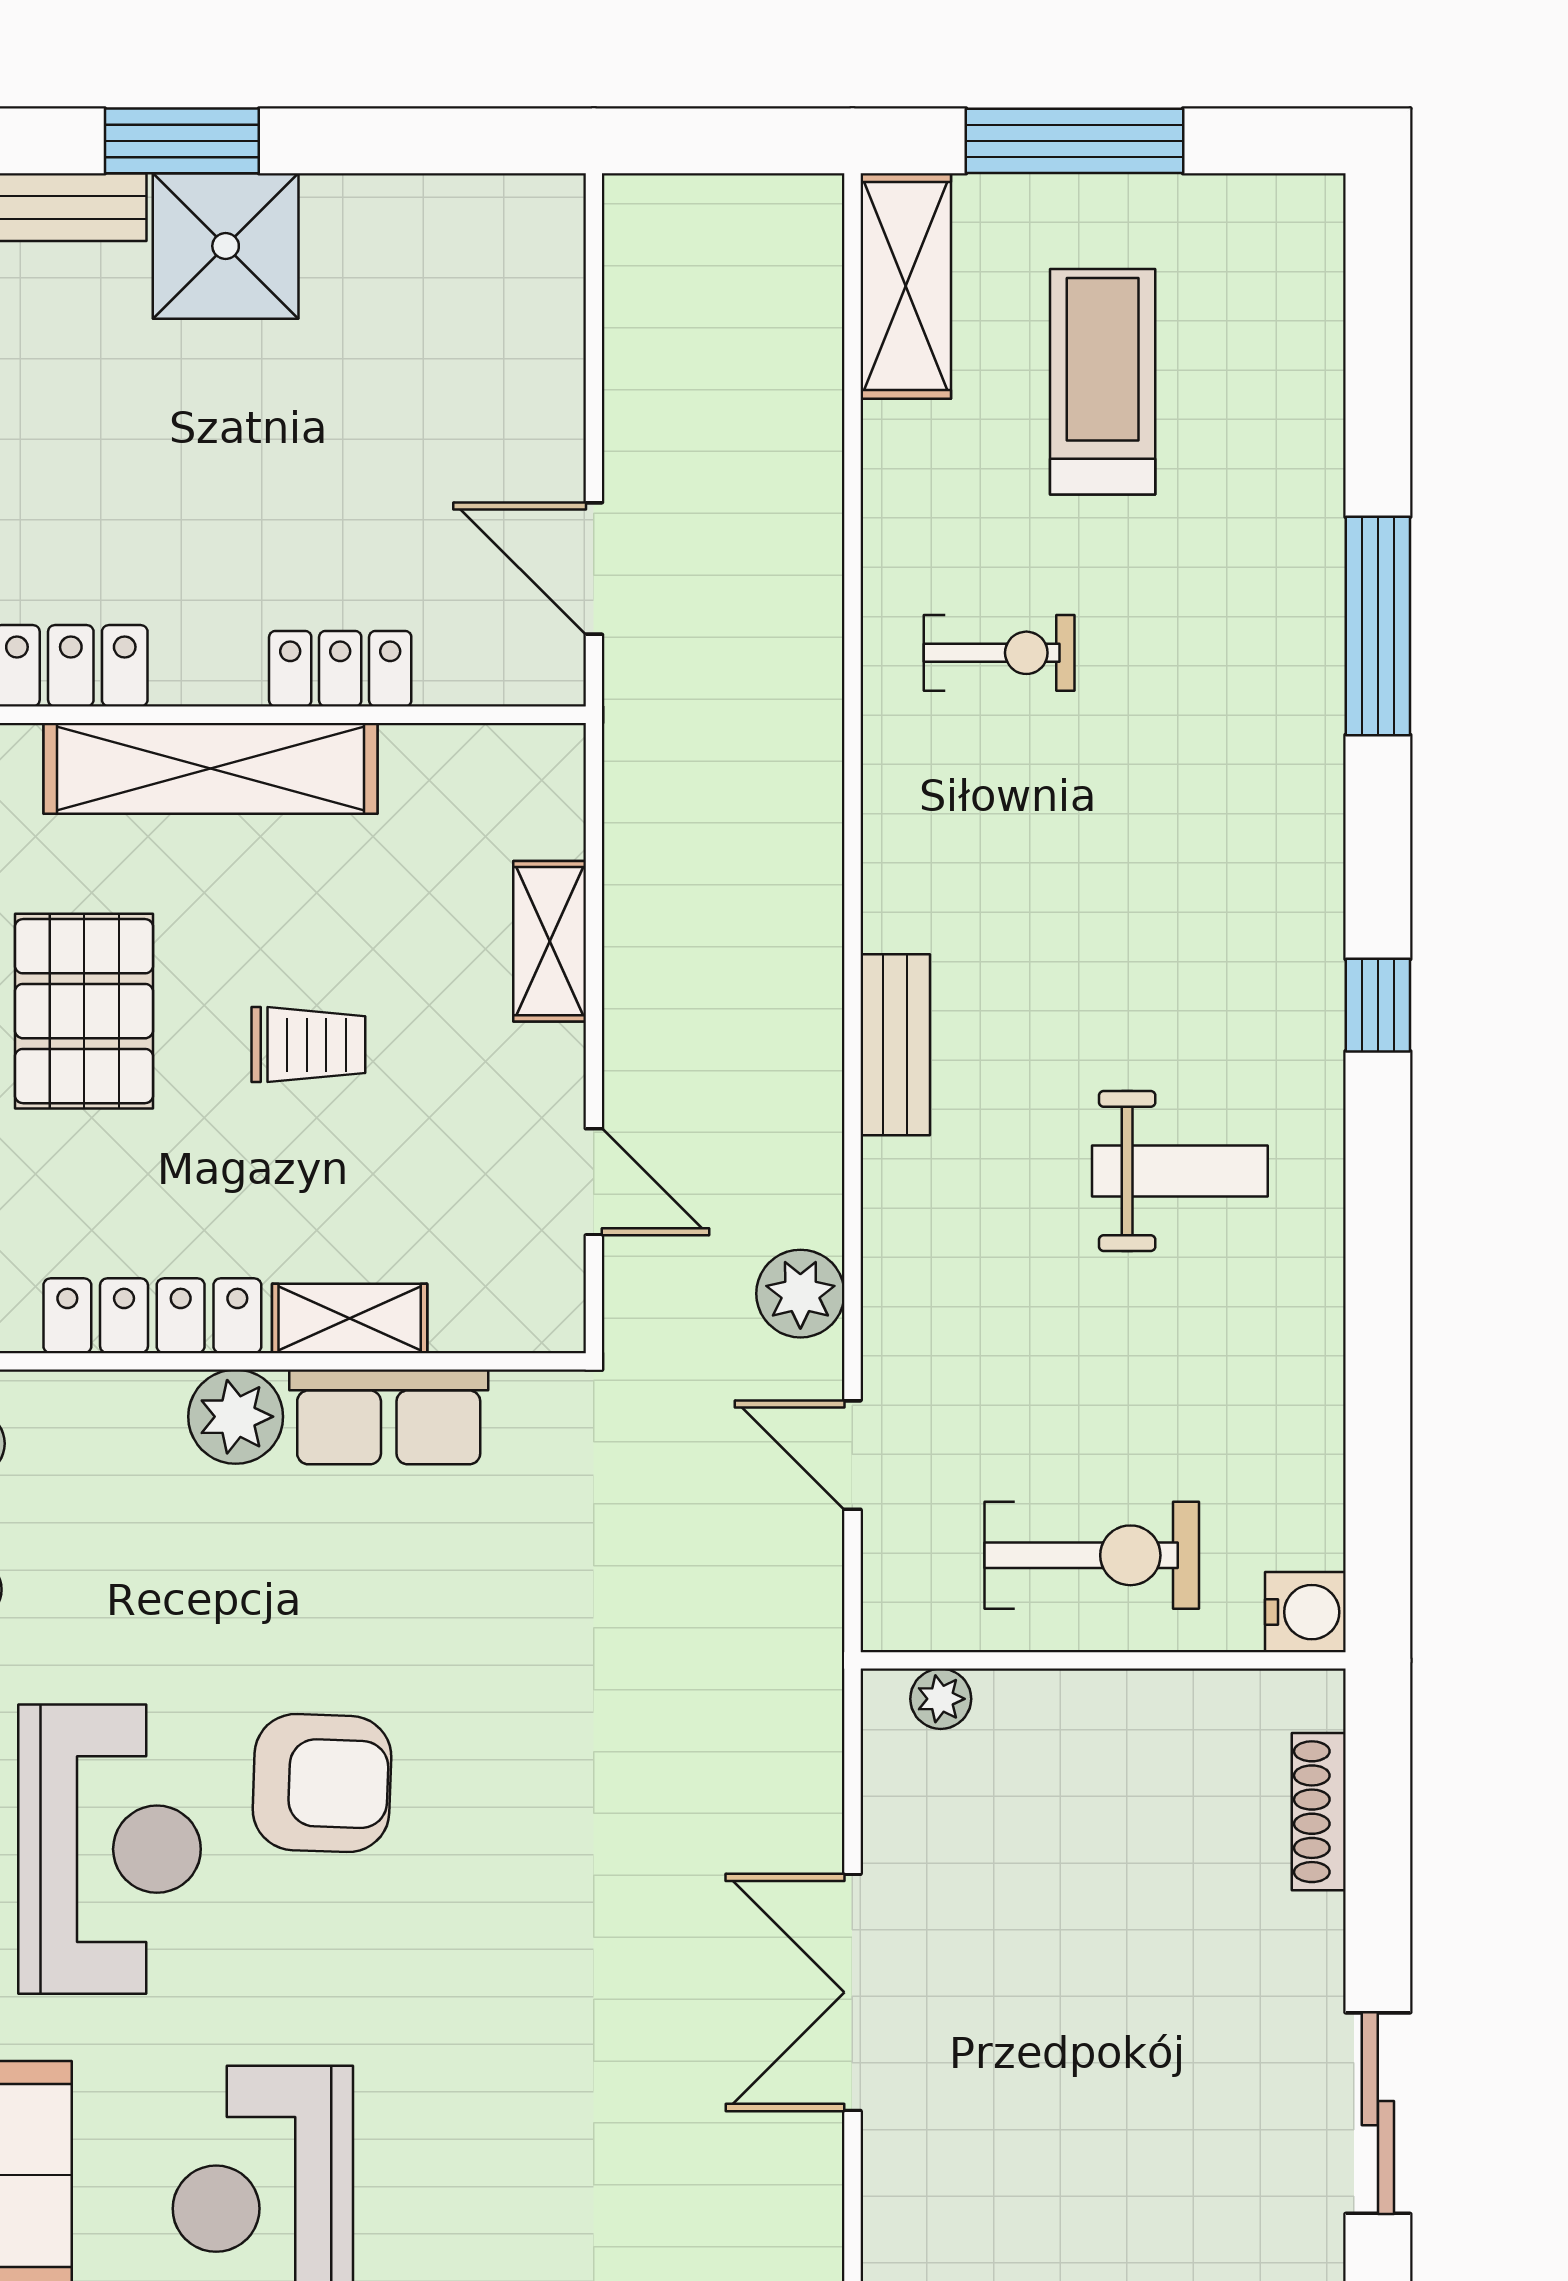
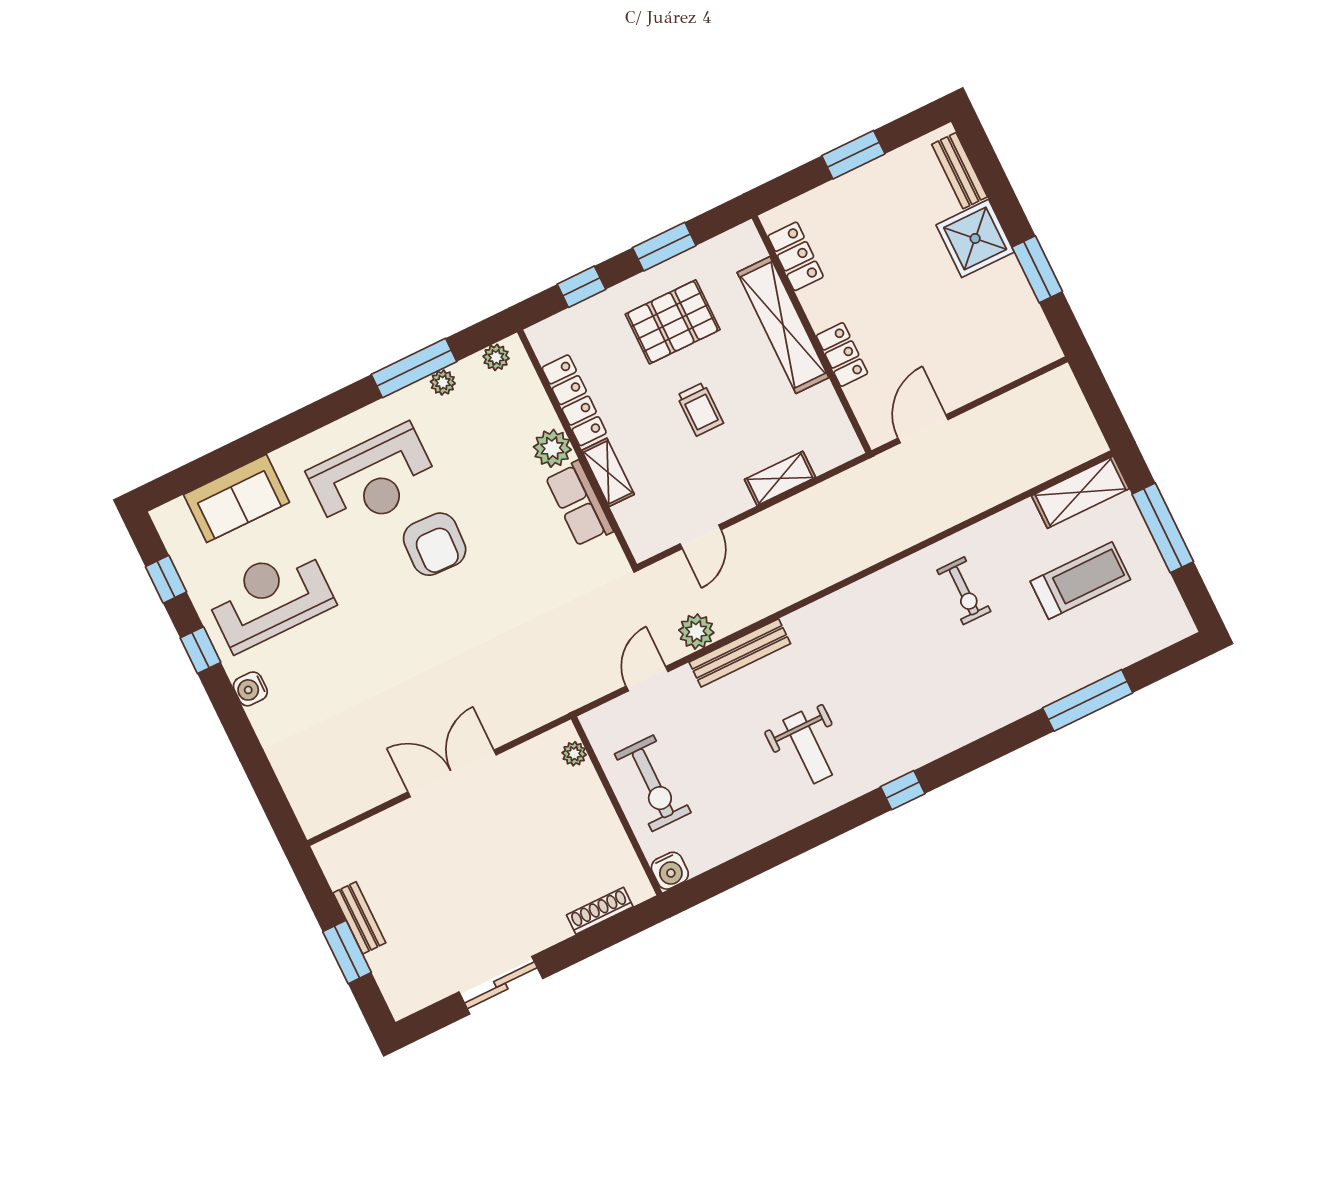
window: (182, 141) -> (1037, 269), moved
window: (1378, 626) -> (1088, 700), moved
bench: (895, 1045) -> (740, 653), moved, width x1.36

